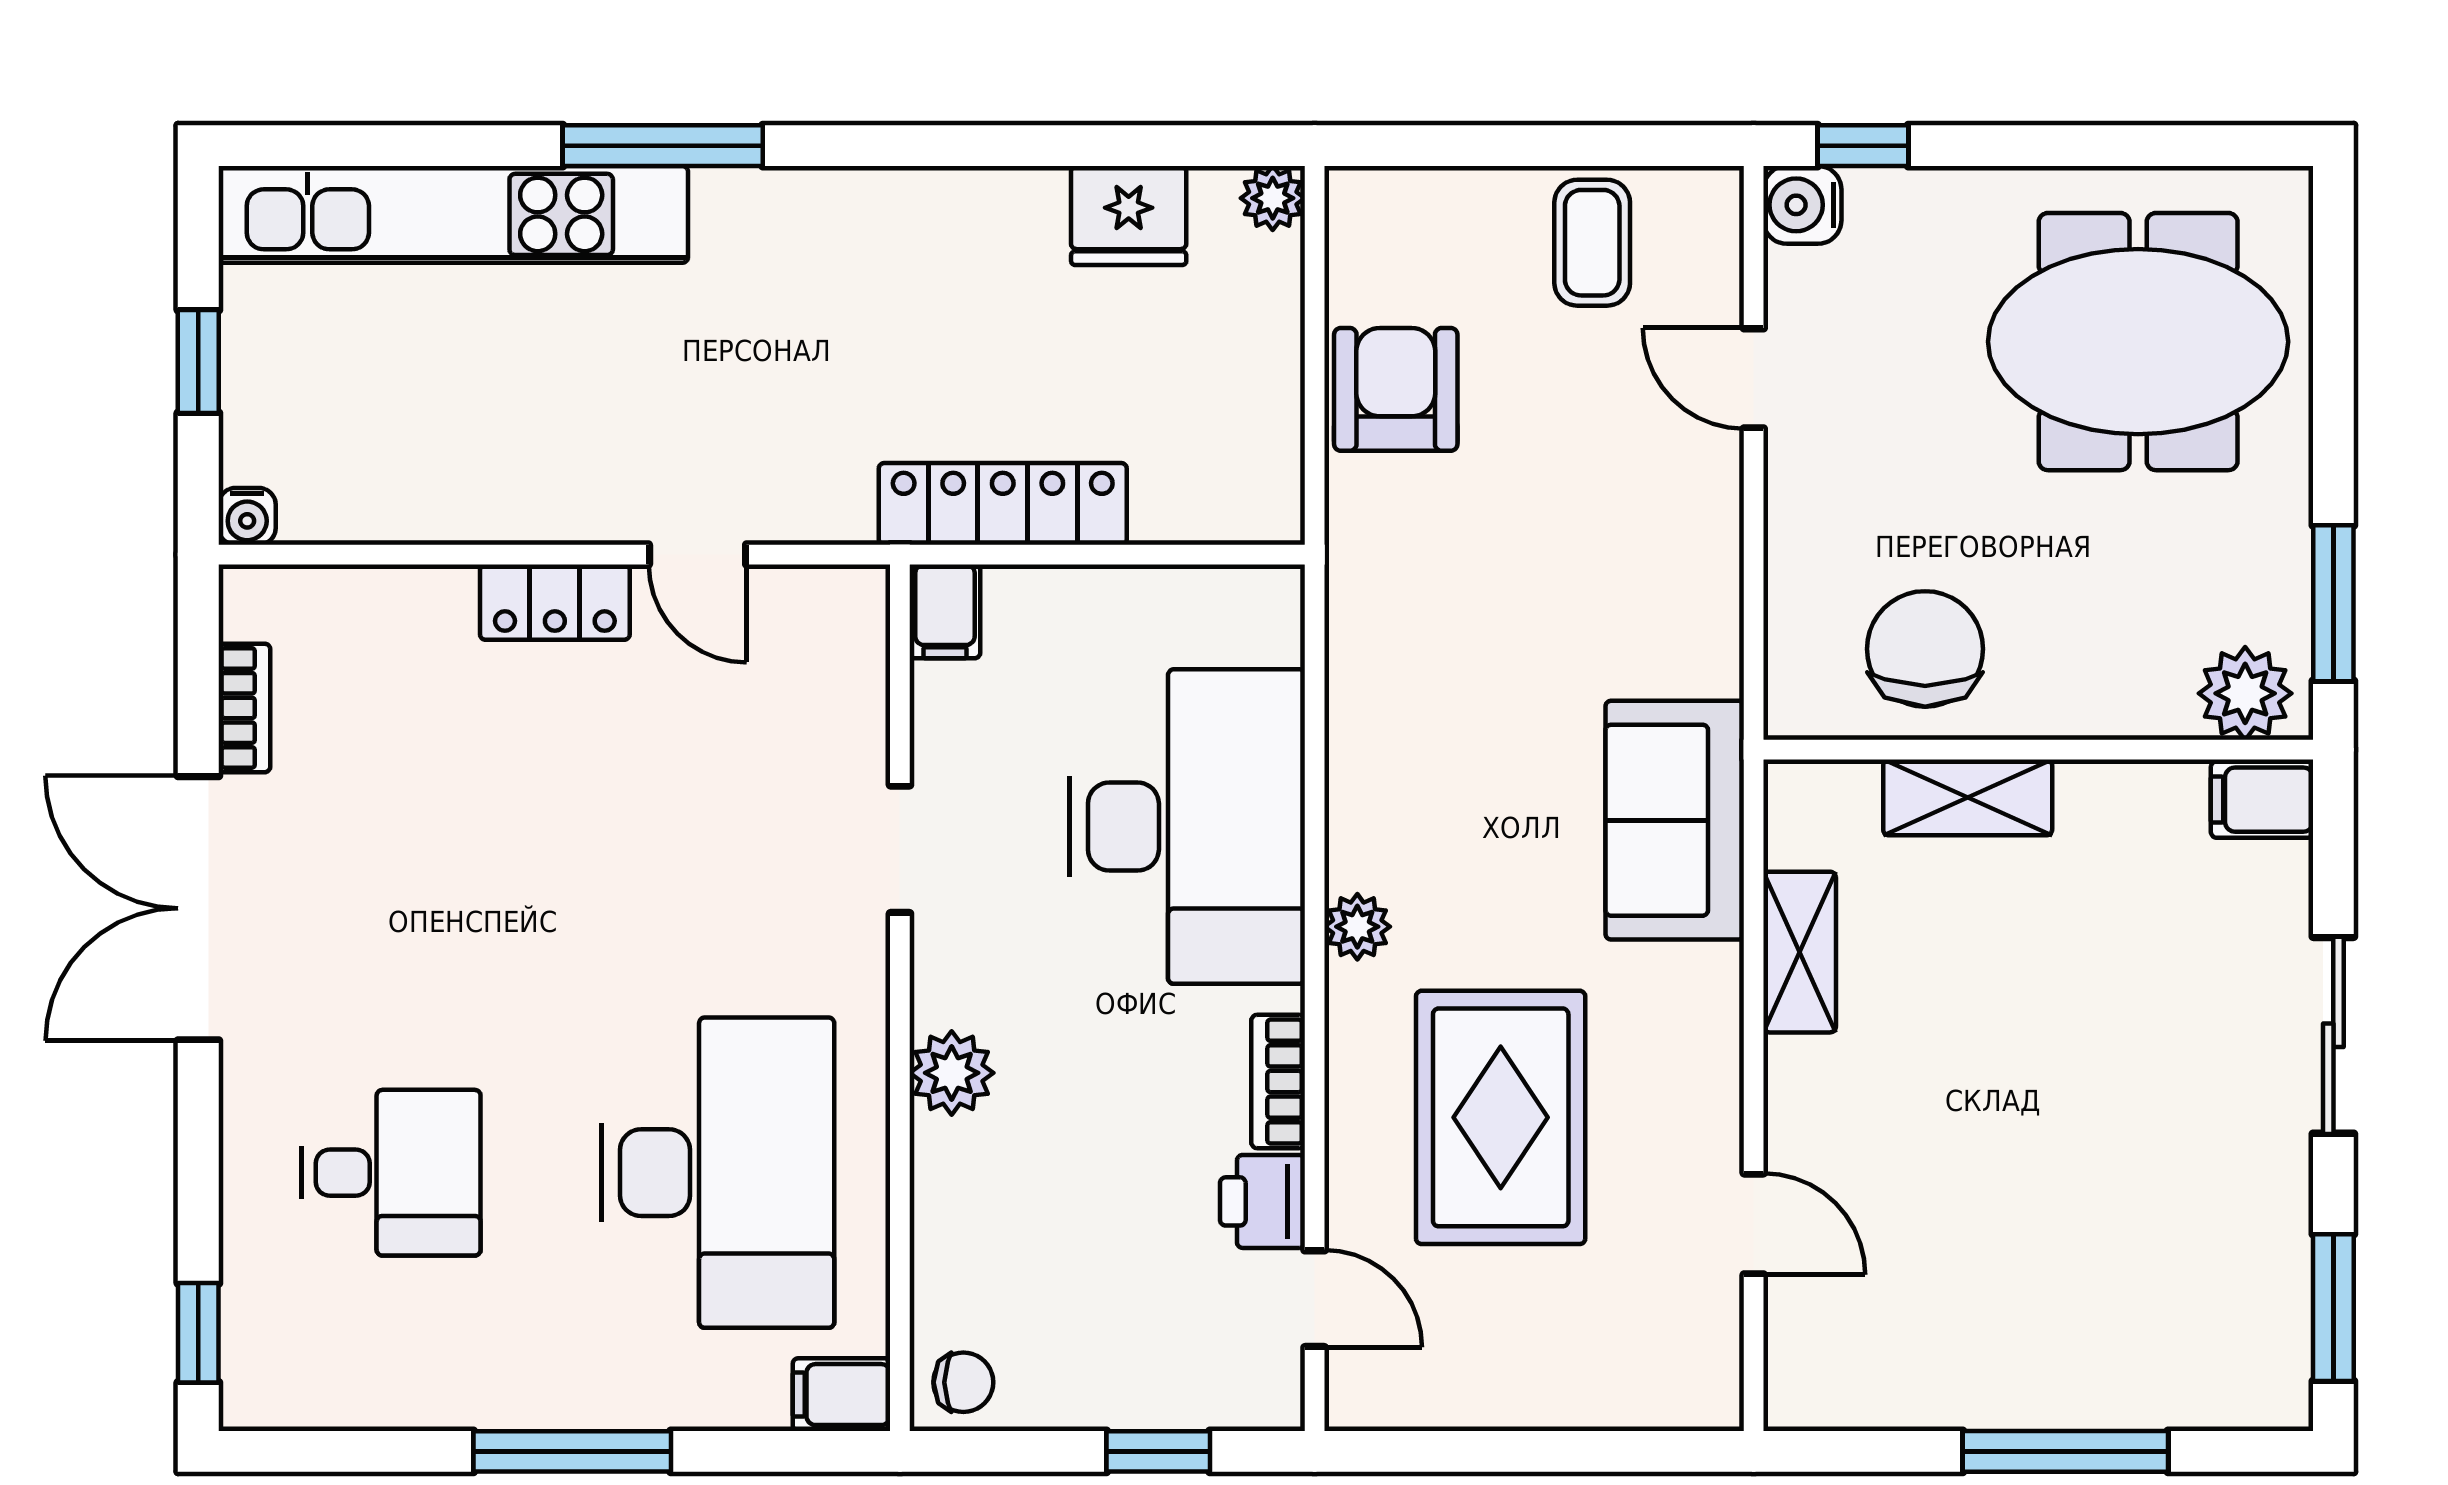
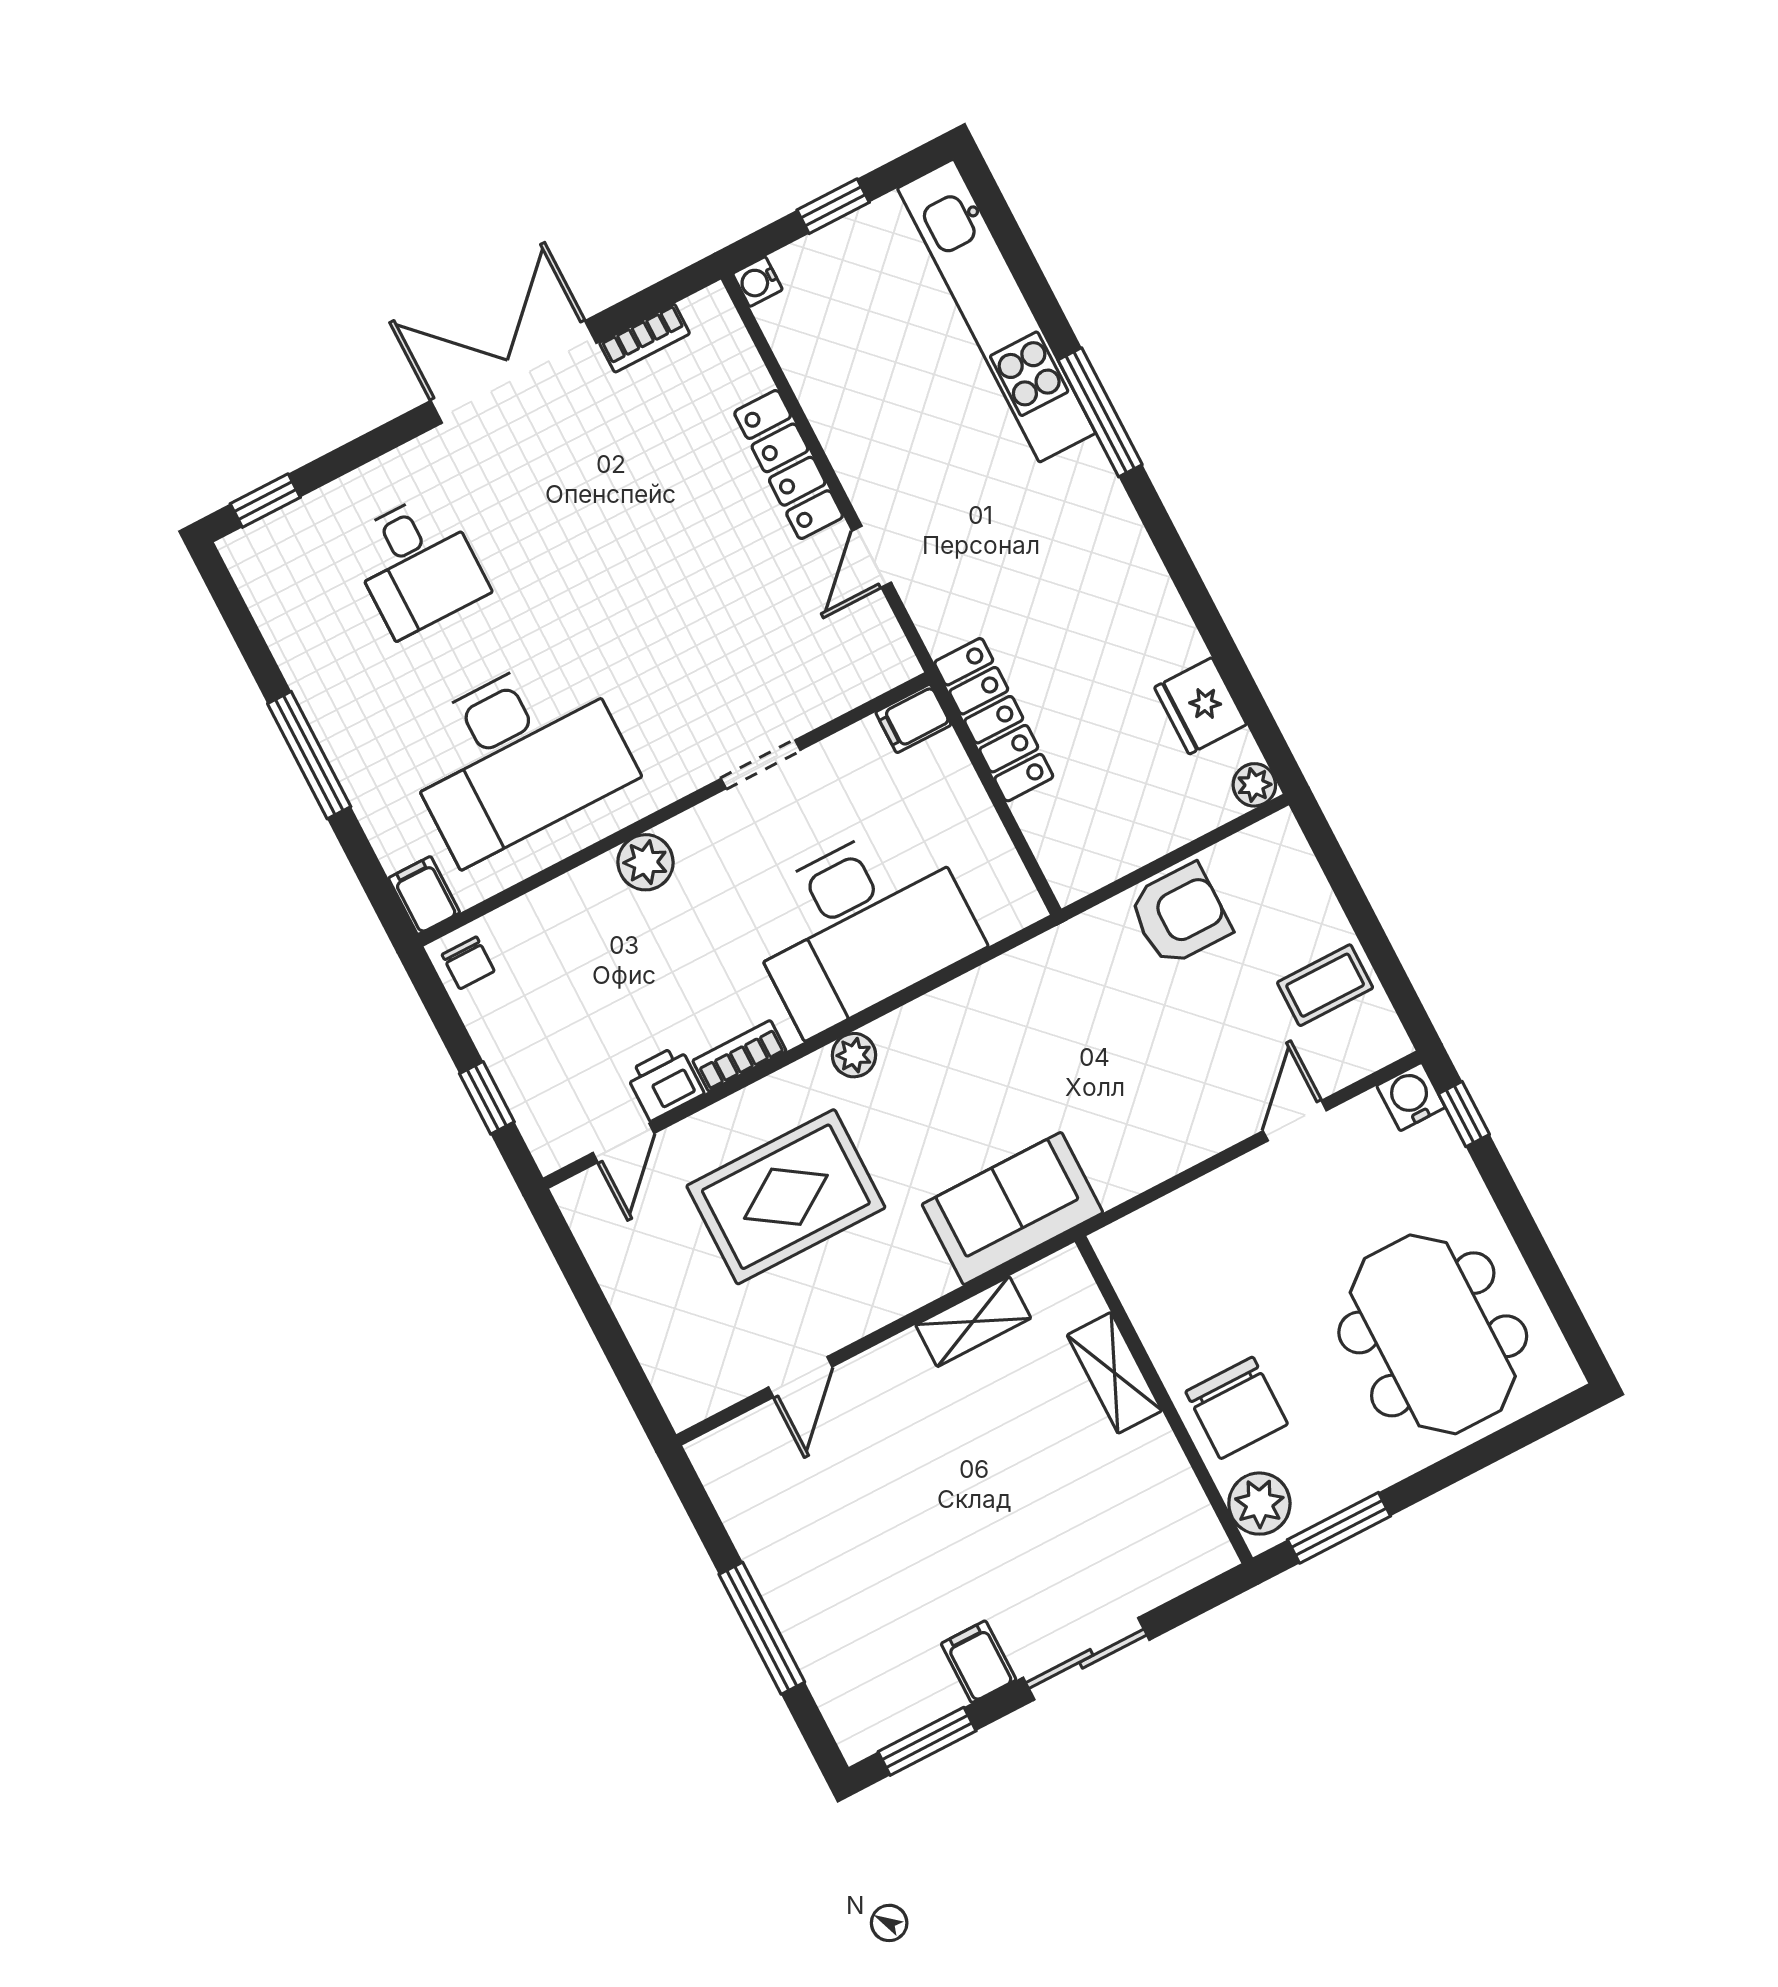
locker: (555, 602) -> (789, 465), width x1.53
chair: (1925, 649) -> (1237, 1408), moved, turned 90
filing cabinet: (2262, 800) -> (979, 1662), moved

